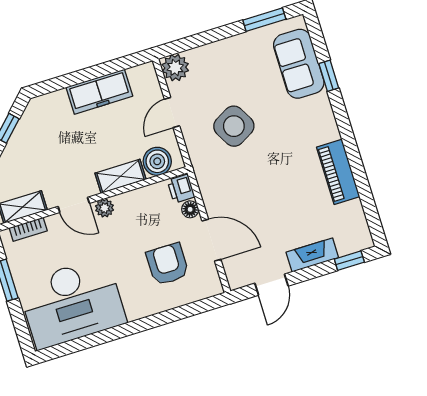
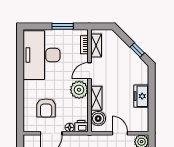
freezer: (99, 92) -> (141, 96), width x0.71
plant: (105, 208) -> (79, 90), width x1.88, depth x1.88
armchair: (168, 264) -> (46, 108), turned 90

